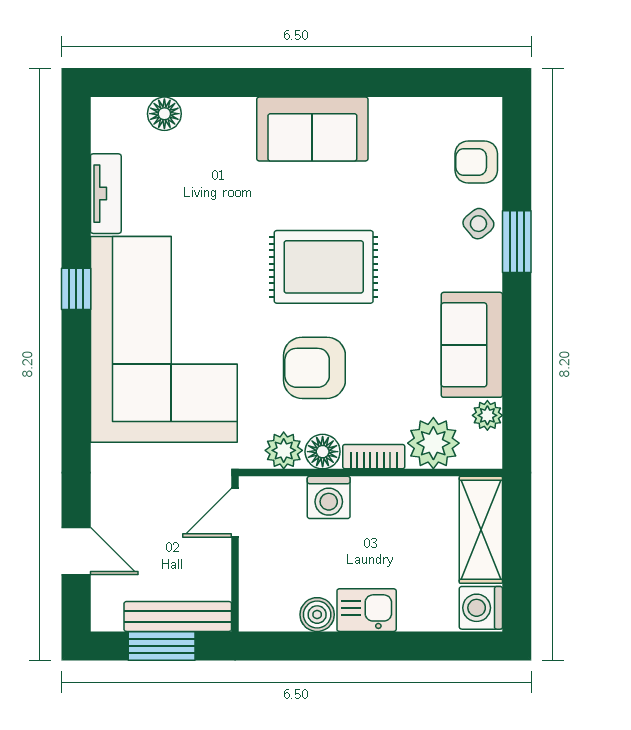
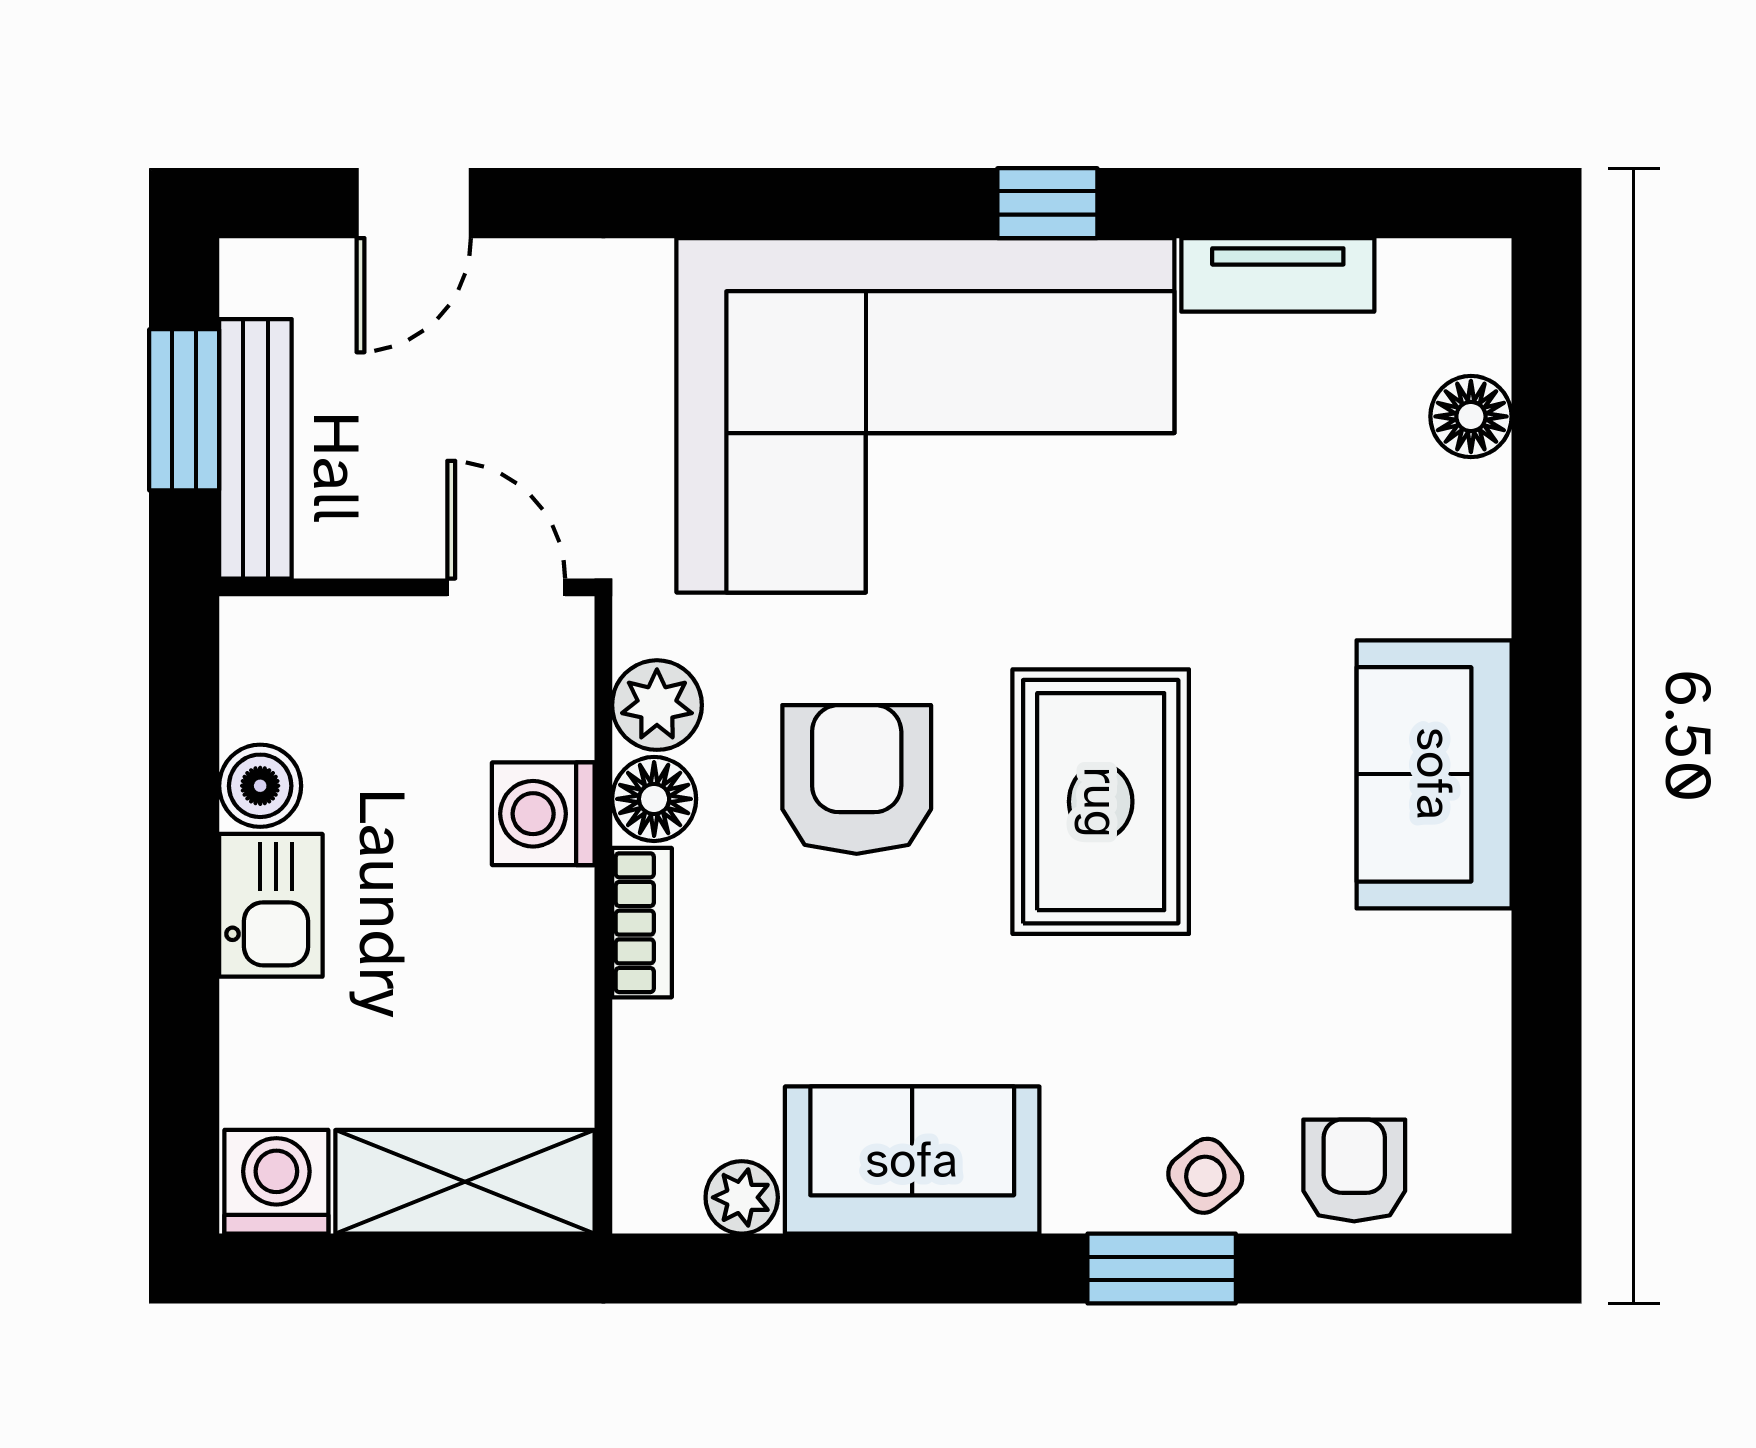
plant: (433, 443) -> (674, 1067), removed

